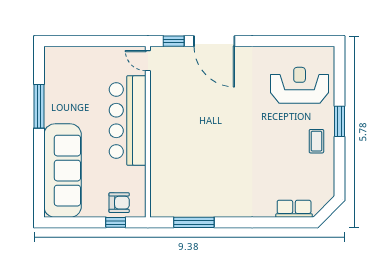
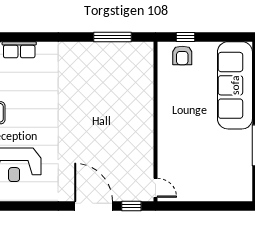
bar counter: (128, 120) -> (174, 132), removed
armchair: (119, 203) -> (182, 55), turned -90

